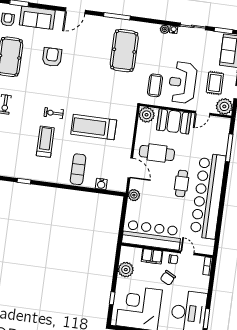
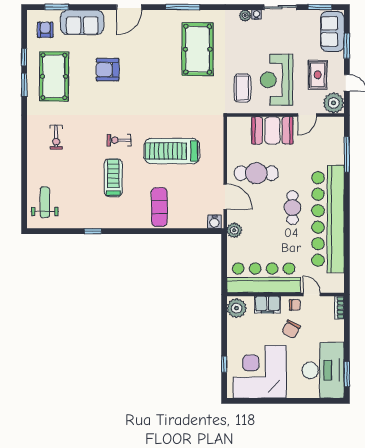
armchair: (52, 57) -> (107, 70), turned -90
plant: (147, 115) -> (237, 127), removed
water cooler: (101, 184) -> (214, 222), moved
plant: (126, 270) -> (237, 308), moved

